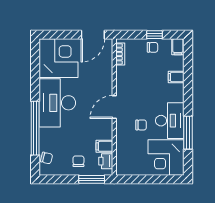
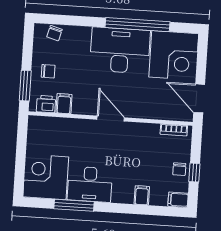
chair: (141, 125) -> (87, 149), removed
window: (35, 128) -> (138, 25), moved

